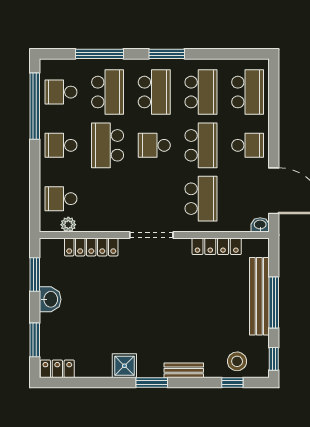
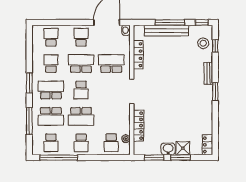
school desk: (108, 92) -> (51, 116), turned 180
school desk: (201, 92) -> (51, 64), width x0.54
school desk: (248, 92) -> (51, 37), width x0.54
window: (35, 340) -> (180, 158), moved
shower: (124, 366) -> (183, 148), moved

